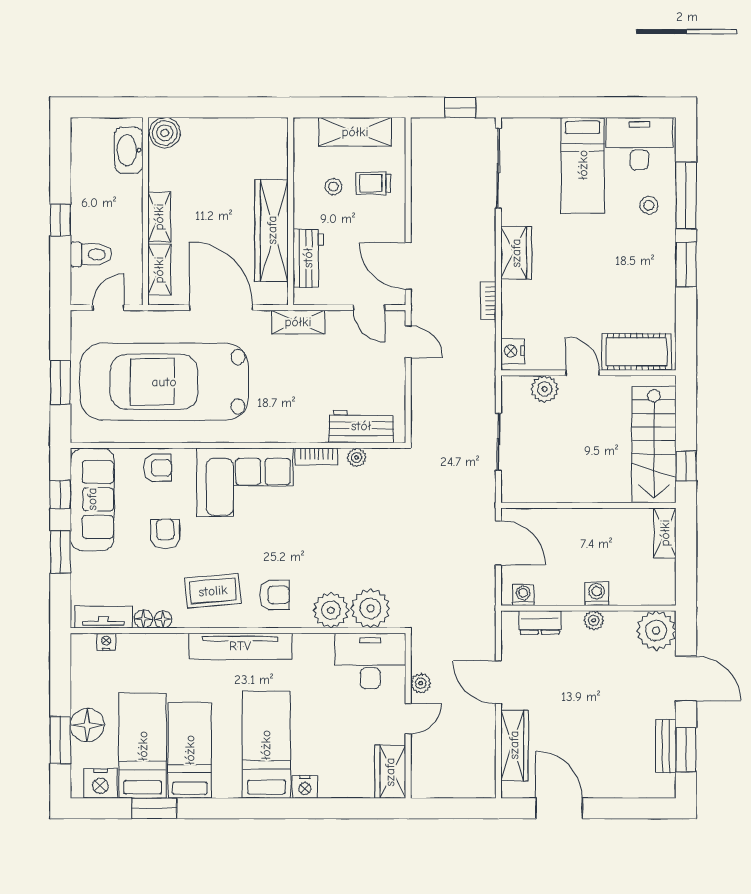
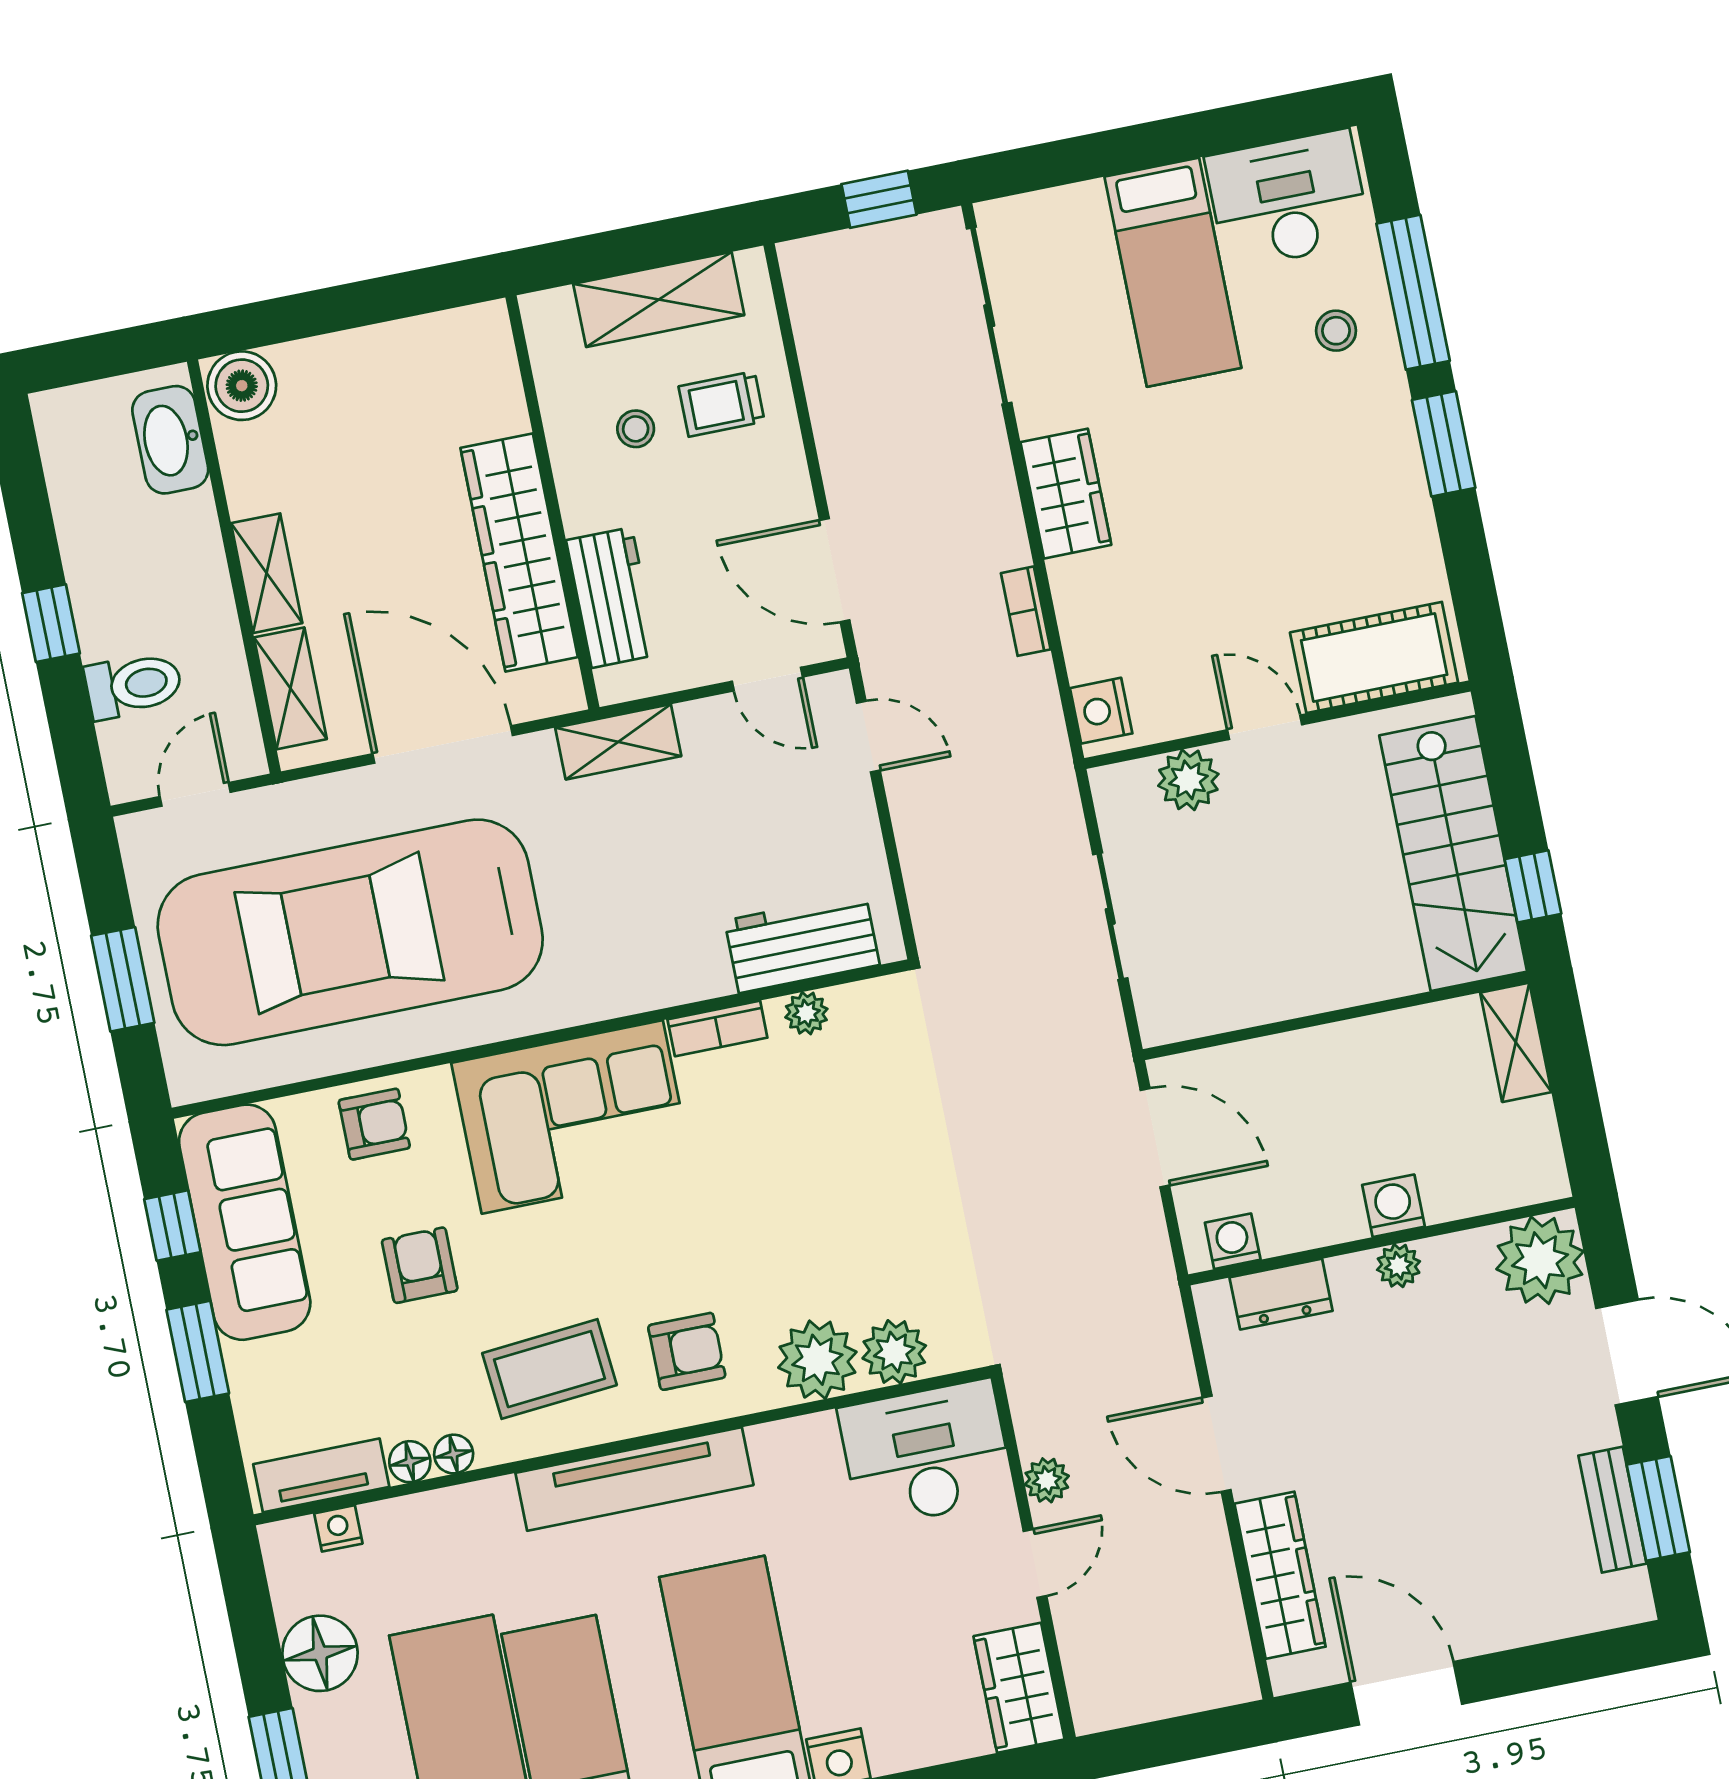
plant: (370, 608) -> (894, 1352), width x0.73, depth x0.73
floor lamp: (87, 725) -> (320, 1653), moved

